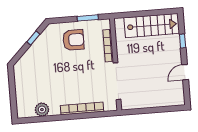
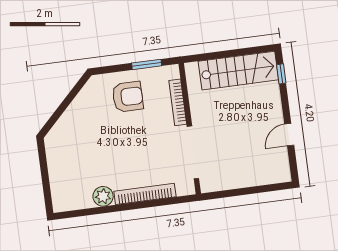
window: (33, 38) -> (71, 97), removed
window: (183, 41) -> (281, 74), moved
plant: (42, 110) -> (103, 196), moved

